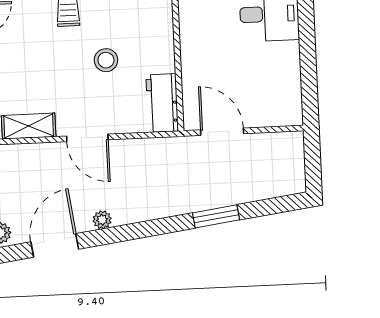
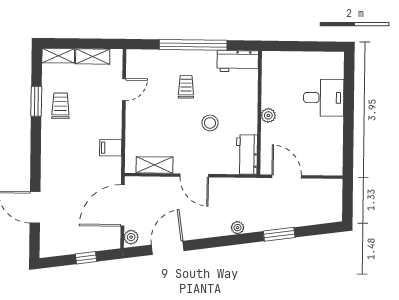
plant: (190, 44) -> (268, 115), added
plant: (102, 220) -> (238, 228), moved

